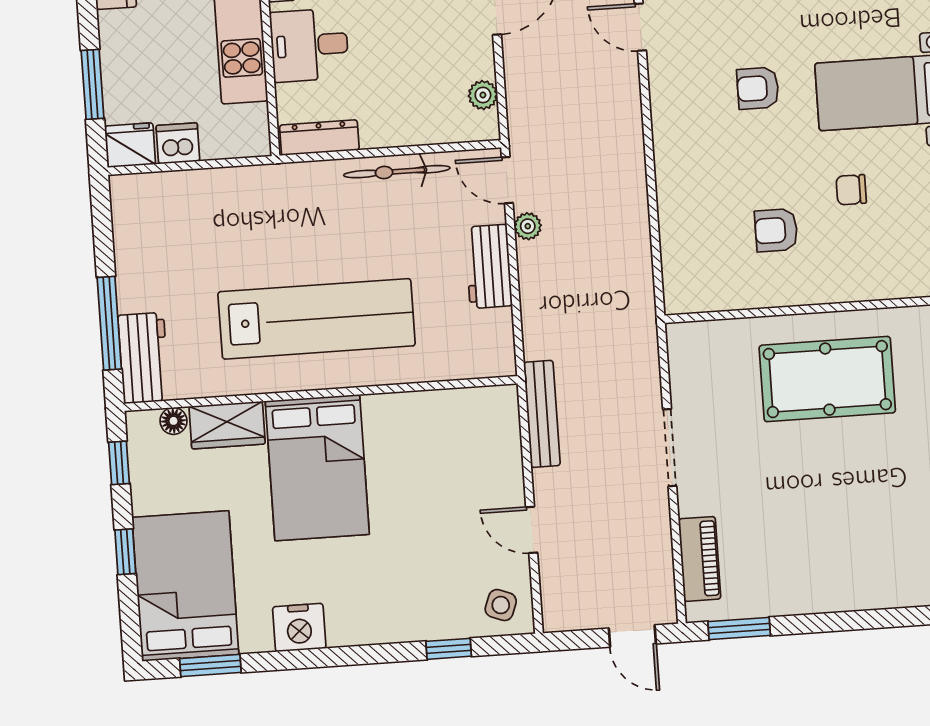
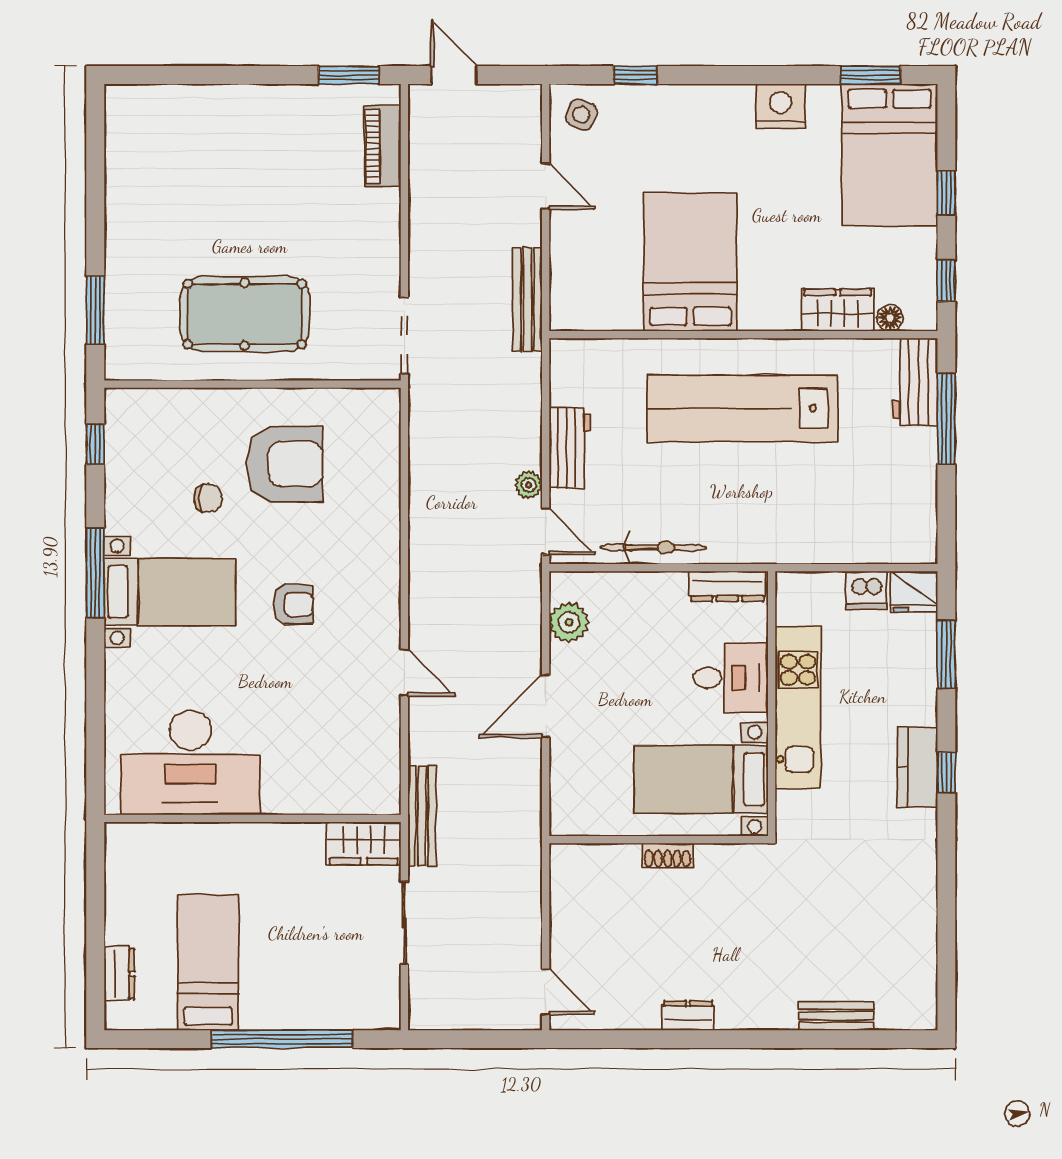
plant: (483, 95) -> (569, 622), width x1.38, depth x1.38
armchair: (776, 230) -> (285, 464), width x1.88, depth x1.88
doorway: (670, 448) -> (404, 335), moved
bed: (317, 468) -> (690, 262), moved

